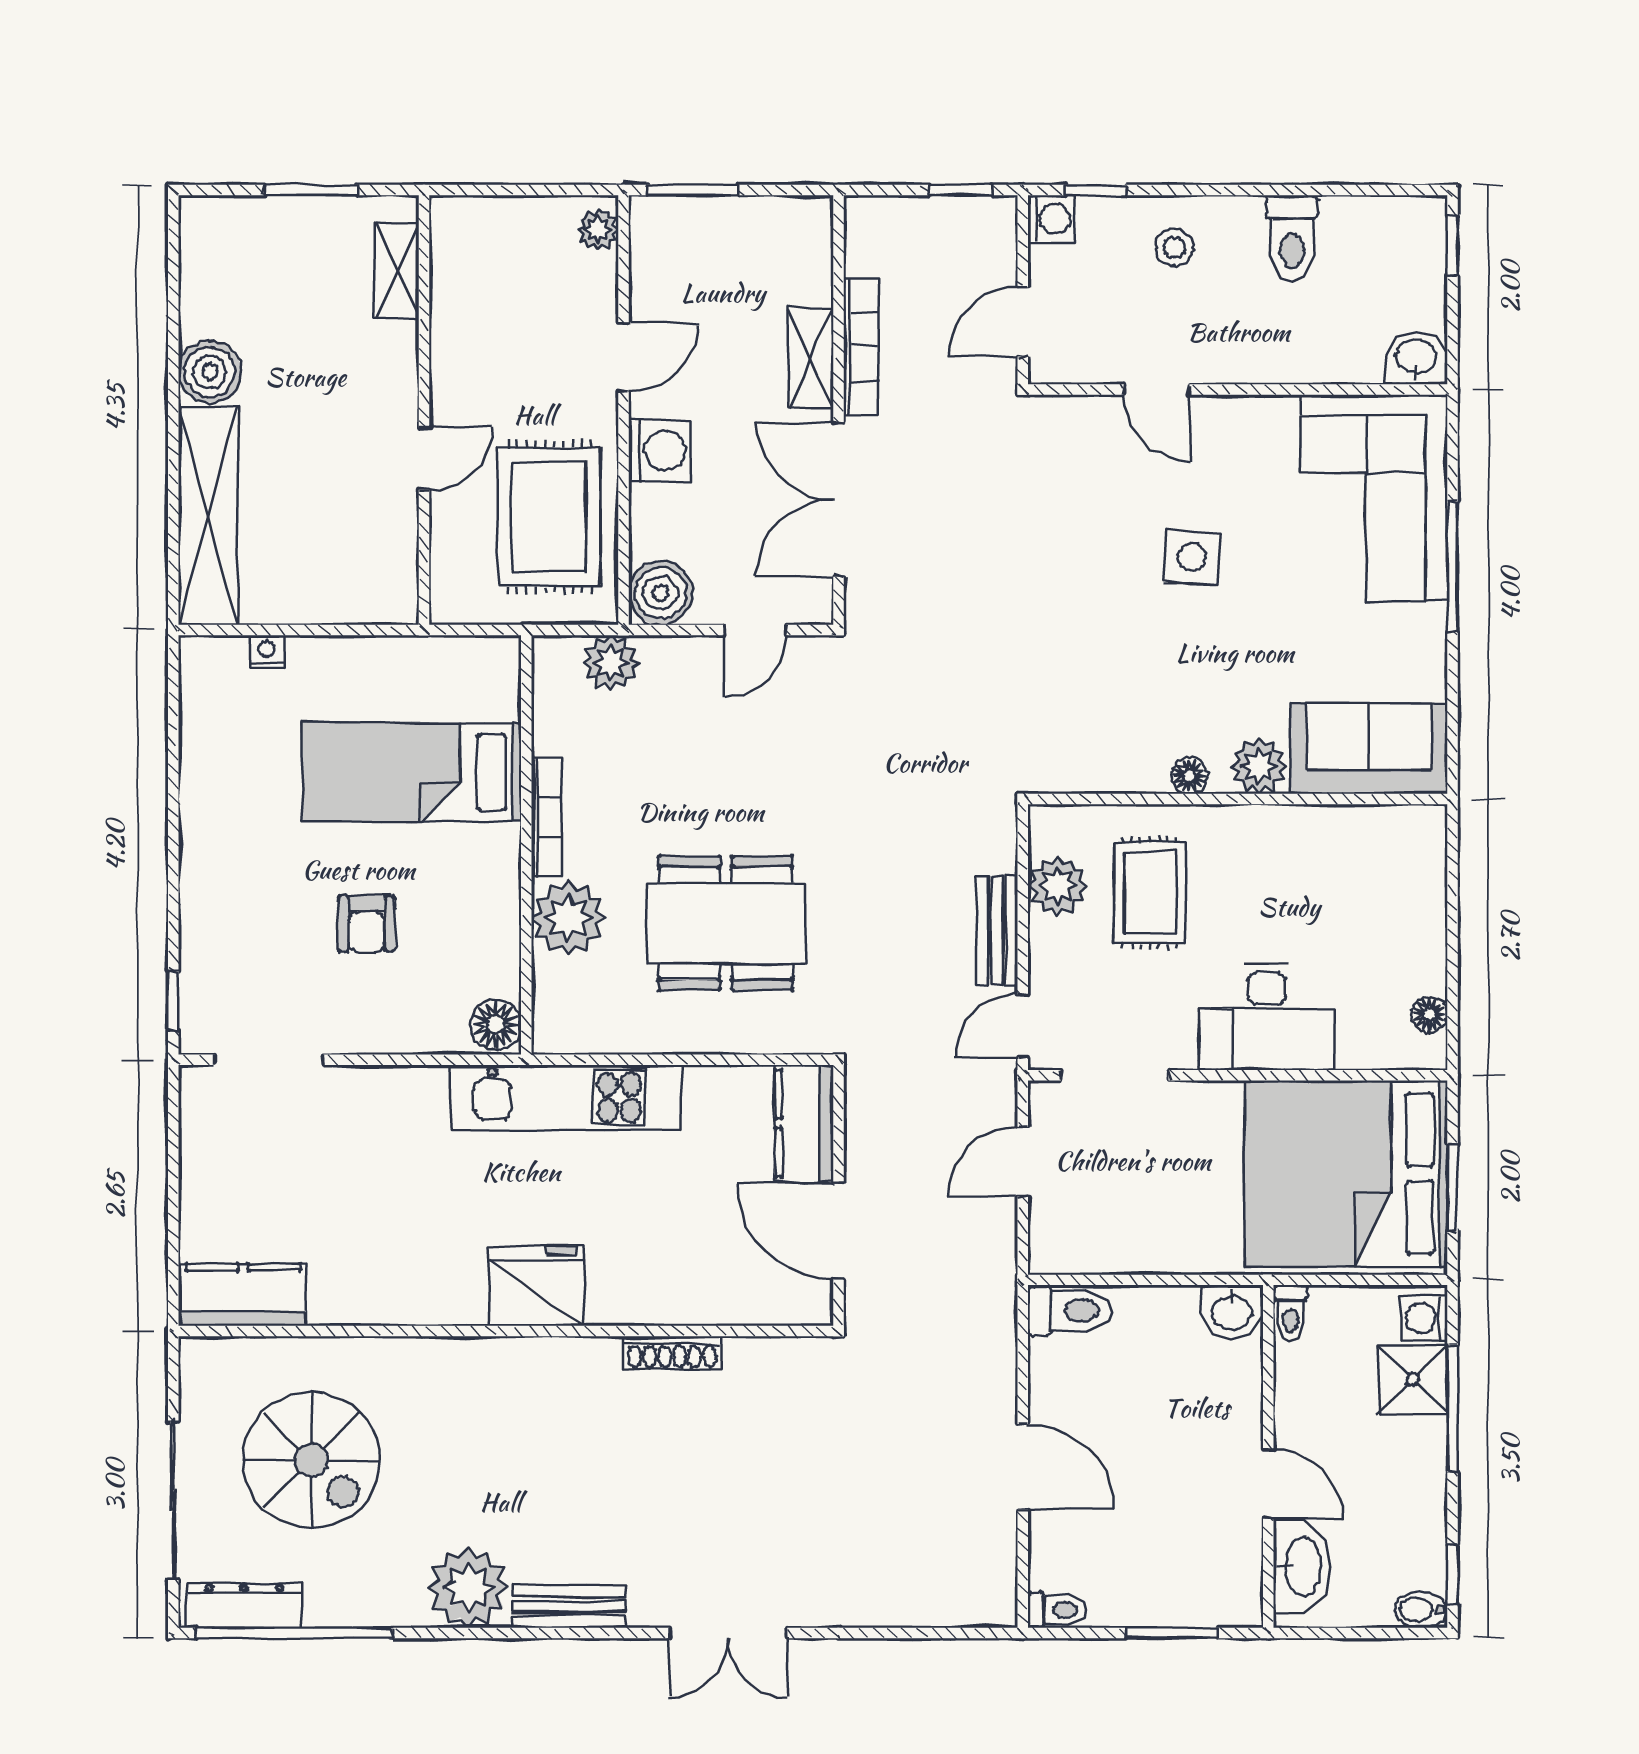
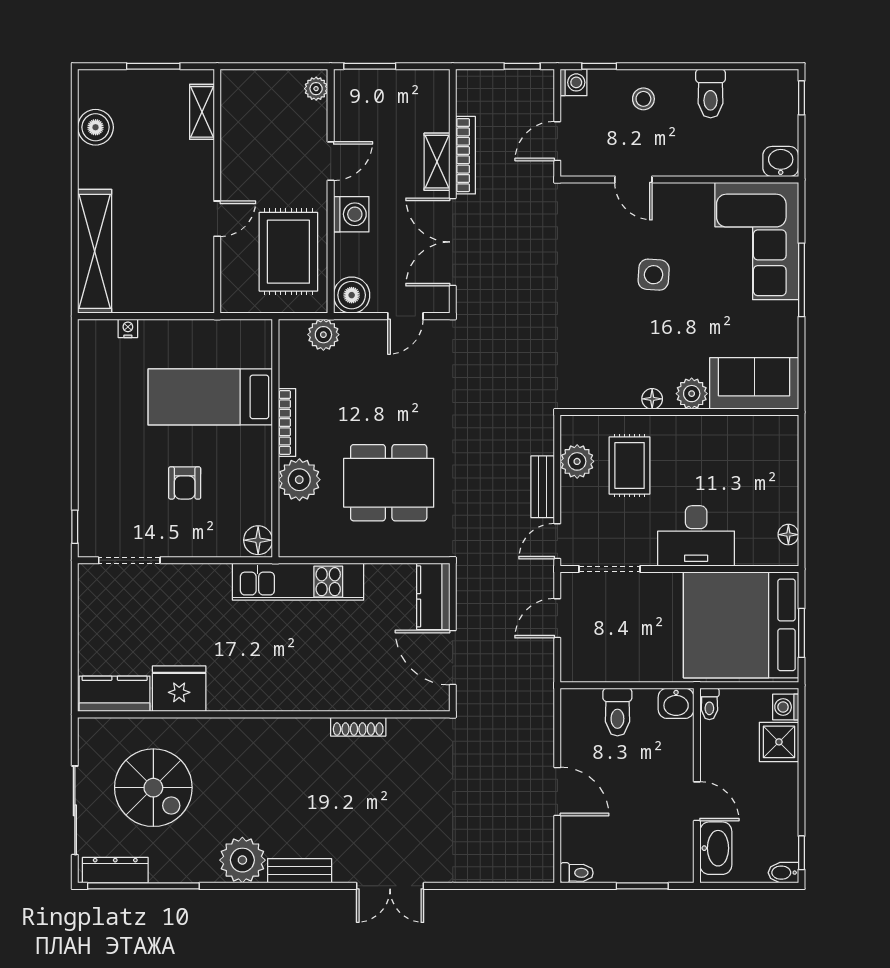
boiler: (210, 372) -> (96, 127), moved
fridge: (536, 1286) -> (179, 689), moved
toilet: (1070, 1311) -> (617, 712), moved, turned 90
window: (1452, 1408) -> (801, 758), removed

